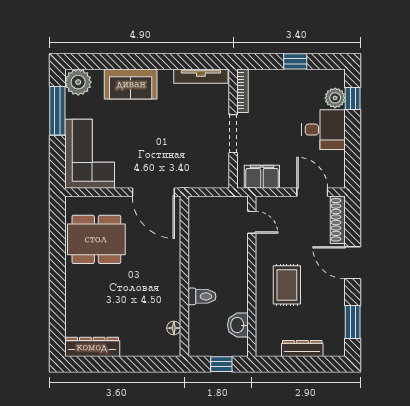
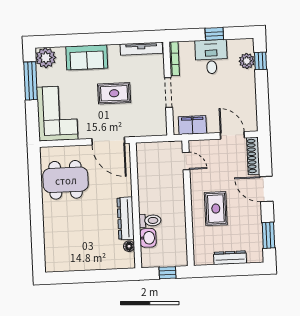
desk: (324, 130) -> (211, 57), moved, turned -90
rug: (164, 132) -> (114, 93), added
washbasin: (238, 325) -> (148, 238), moved, turned 180
dresser: (92, 347) -> (126, 218), moved, turned -90

